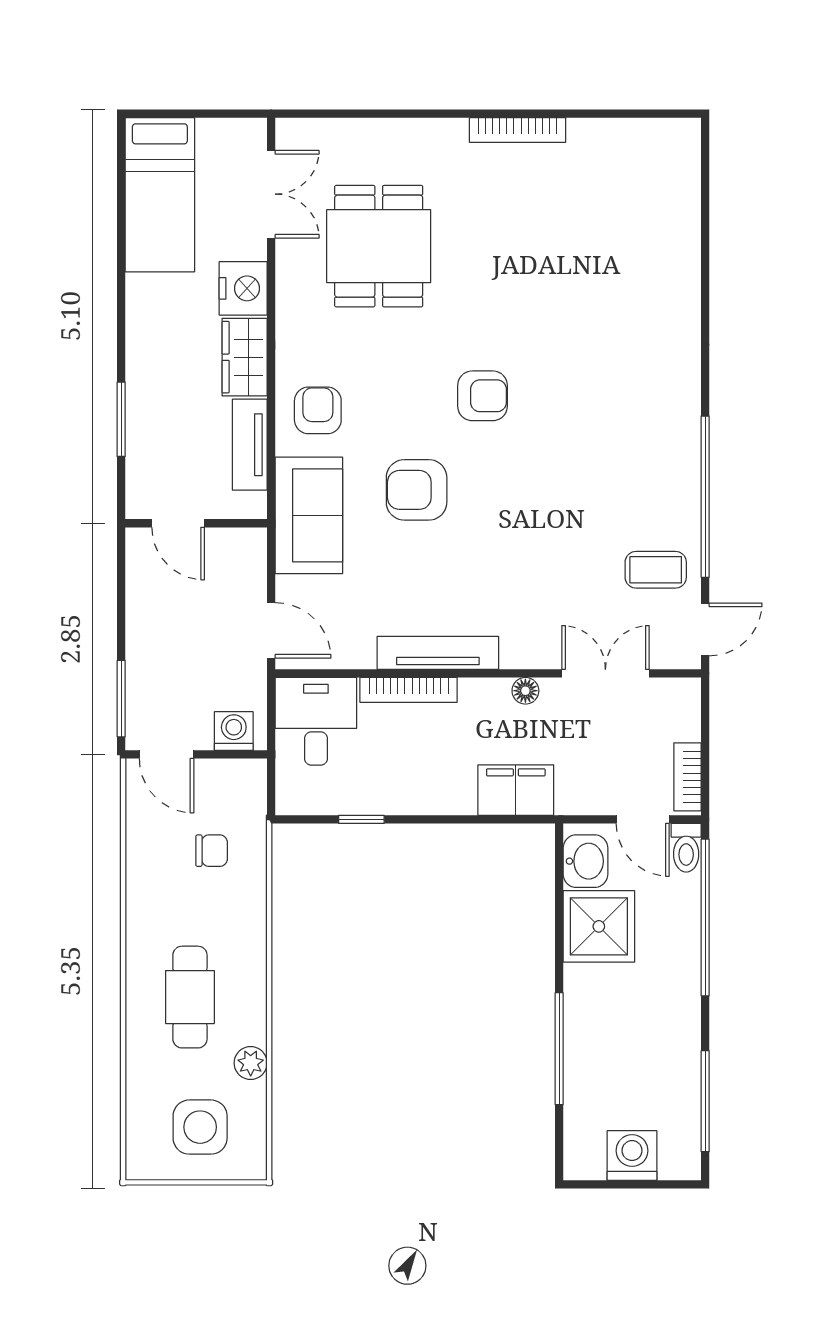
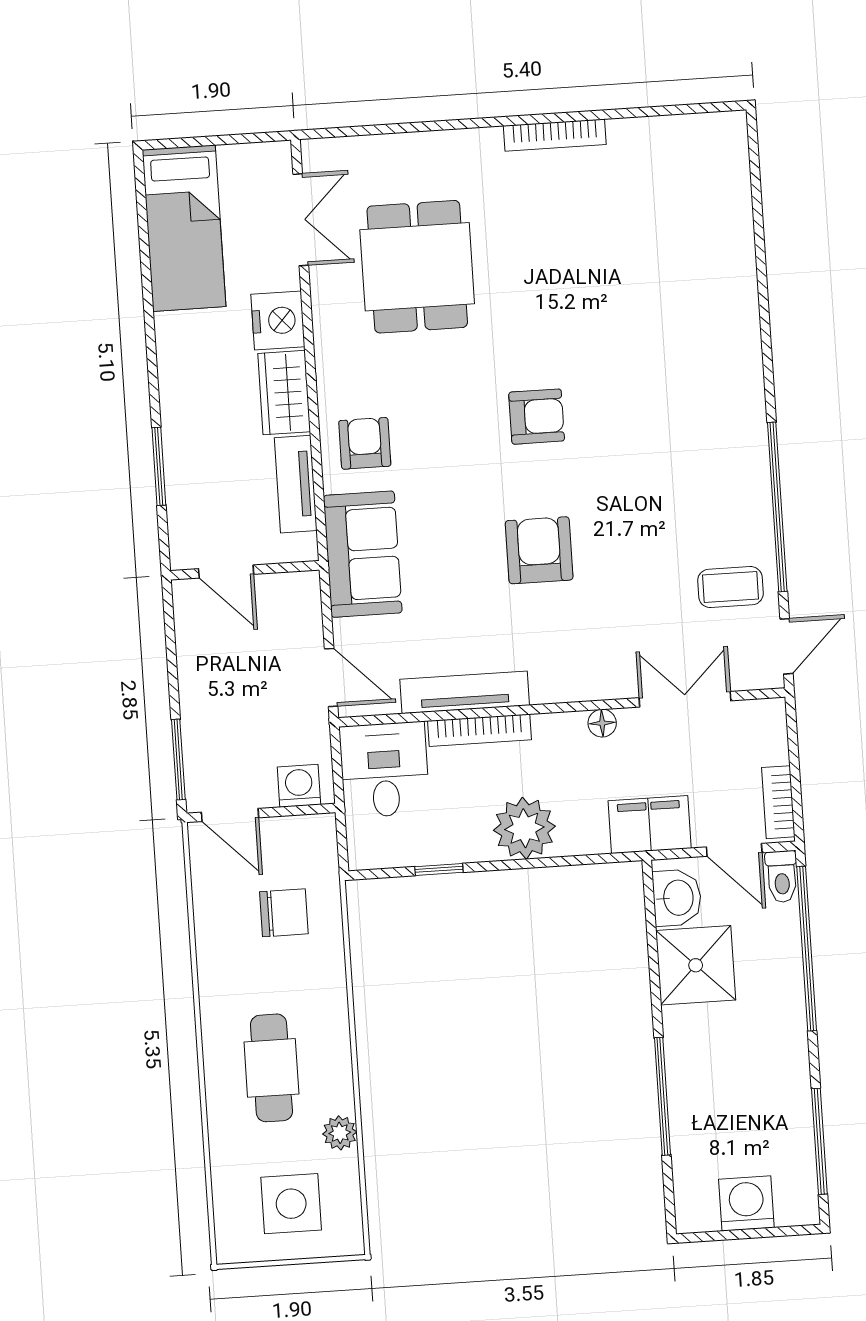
armchair: (417, 490) -> (539, 550), moved, turned 90
tv unit: (438, 653) -> (465, 692), moved
plant: (445, 786) -> (524, 828), added
filing cabinet: (516, 790) -> (650, 825), moved
chair: (212, 851) -> (284, 913), width x1.37, depth x1.37

